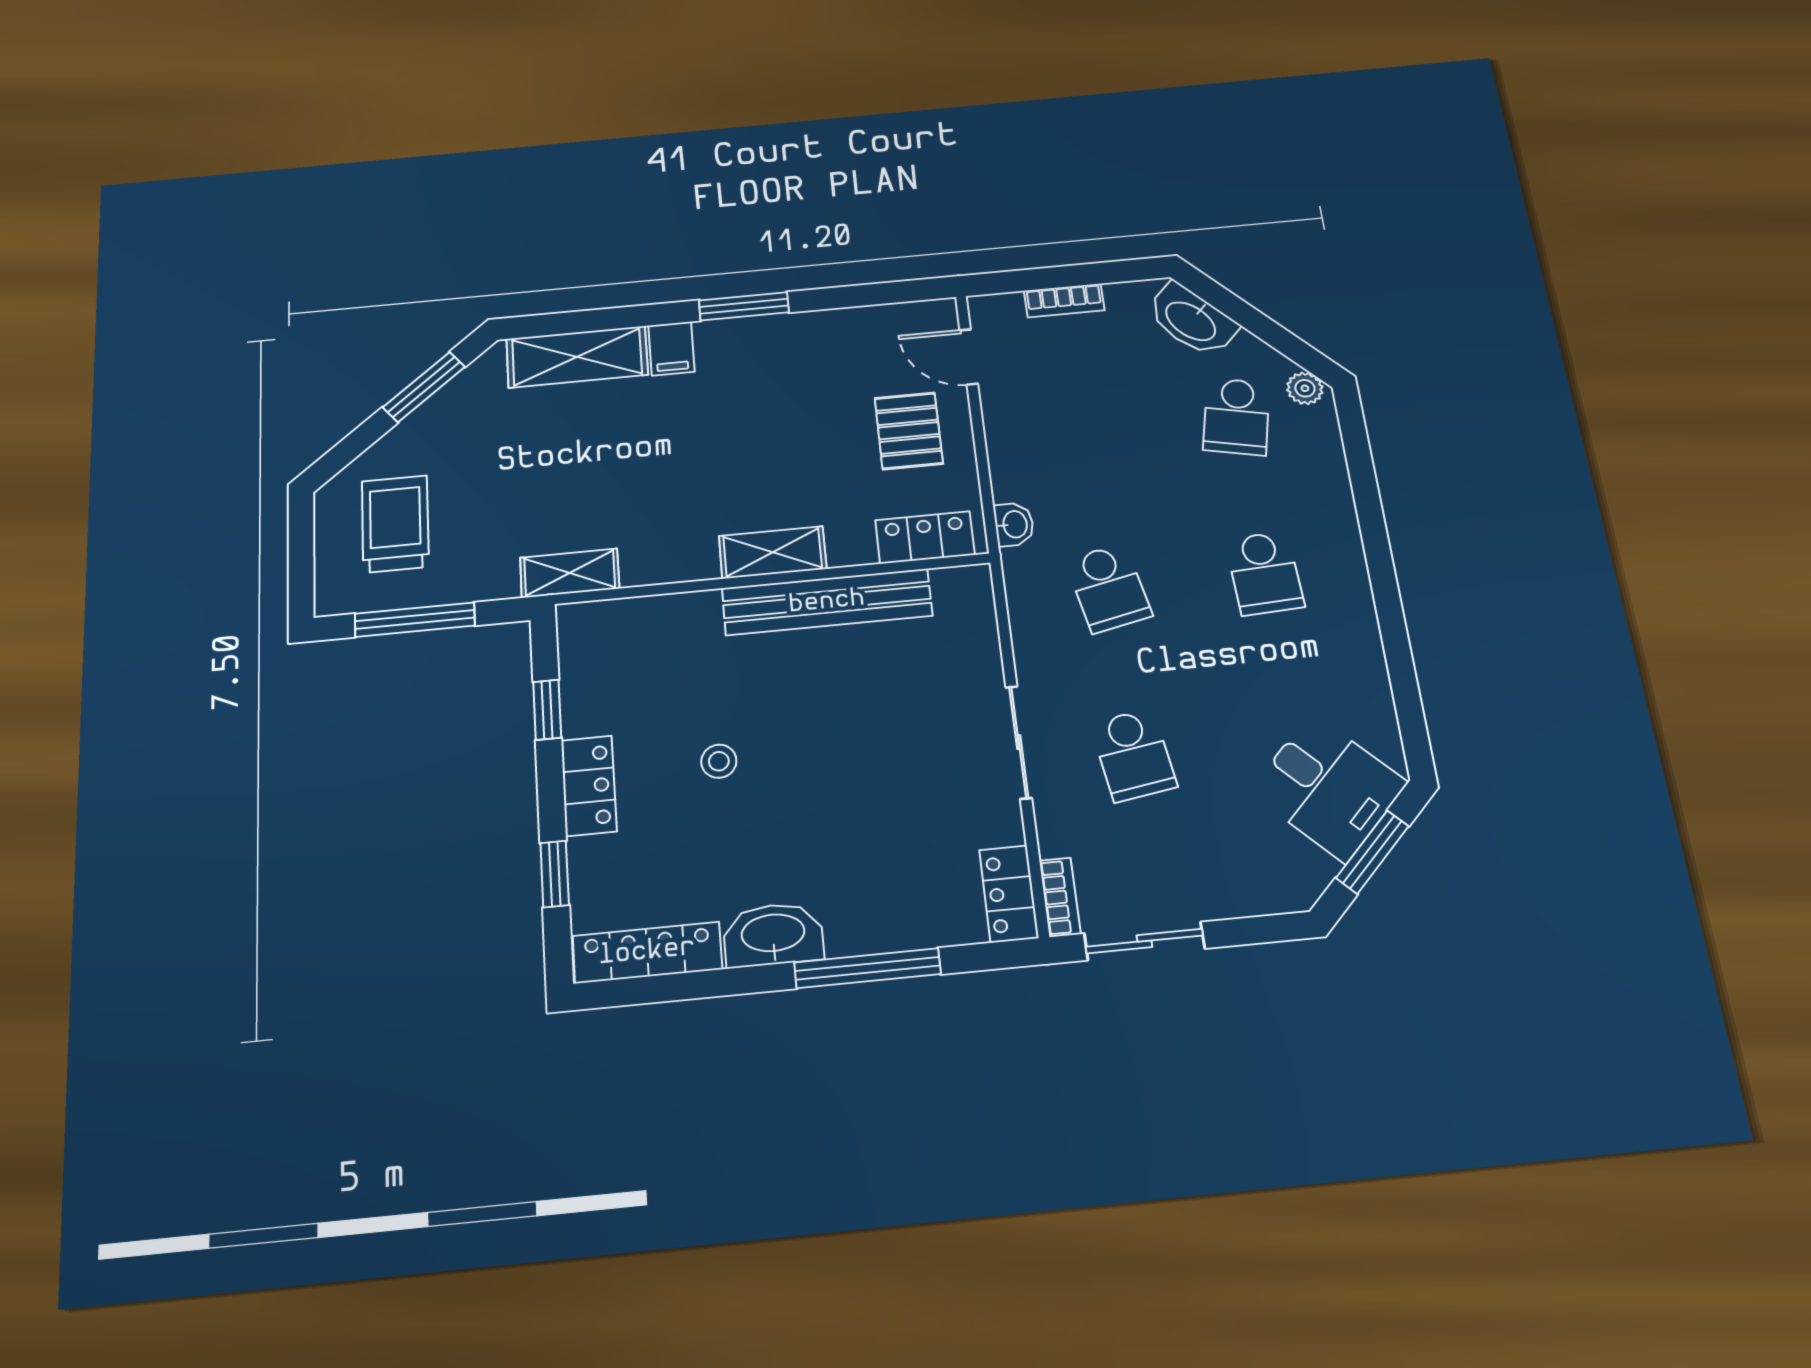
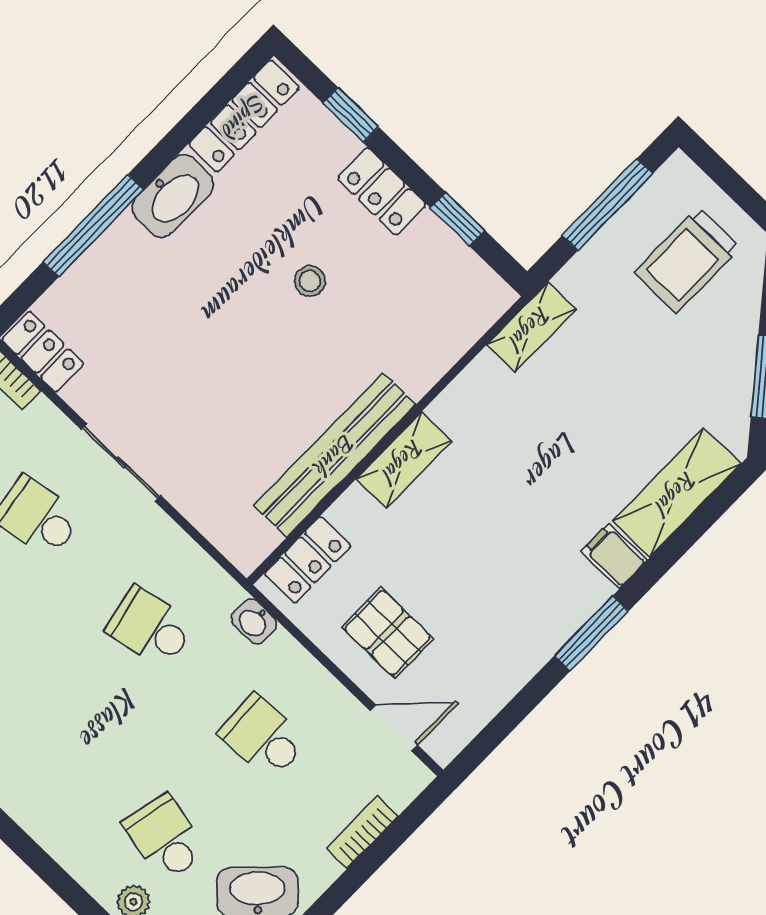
trolley: (395, 524) -> (687, 260), turned 90
school desk: (1264, 573) -> (263, 737), moved

